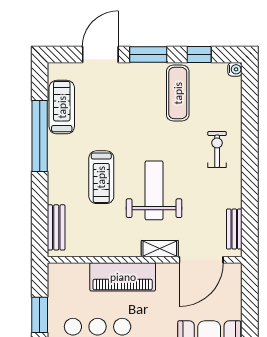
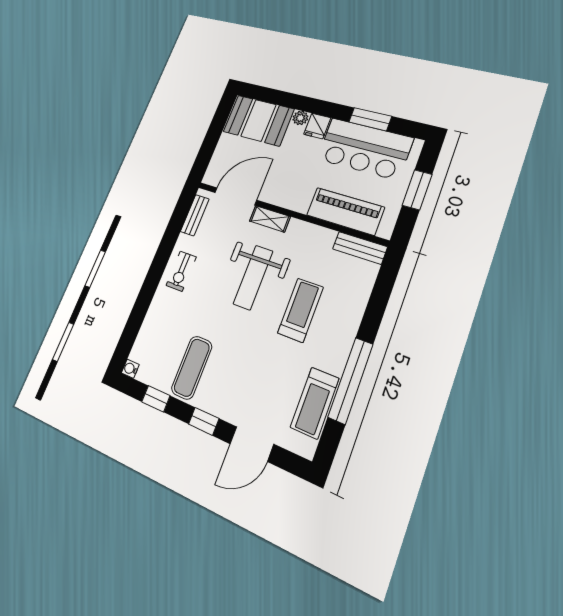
window: (148, 54) -> (204, 421), width x0.67
exercise bike: (217, 149) -> (181, 271), moved
bench: (56, 227) -> (360, 248), moved, turned 90
piano: (123, 277) -> (345, 211), moved

